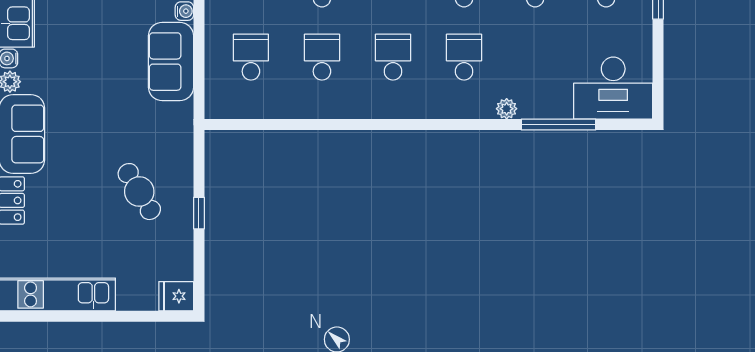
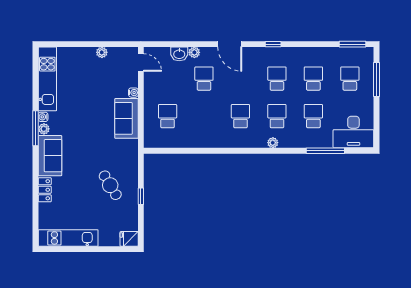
school desk: (322, 57) -> (313, 116), moved
plant: (507, 109) -> (273, 143), moved

